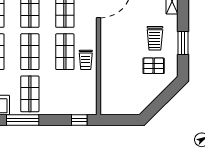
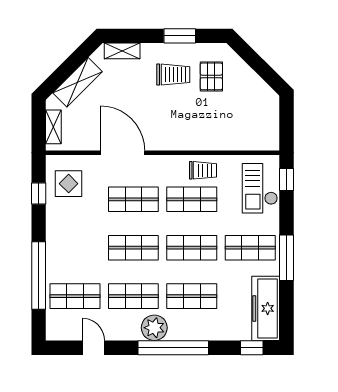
checkout: (73, 101) -> (260, 188), added

